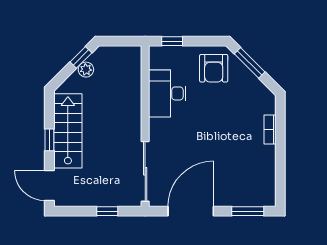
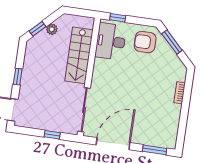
window: (81, 57) -> (38, 29), moved
armchair: (214, 68) -> (145, 42), turned 90
desk: (167, 93) -> (111, 41), moved
stairs: (68, 131) -> (79, 55), moved, turned 180

